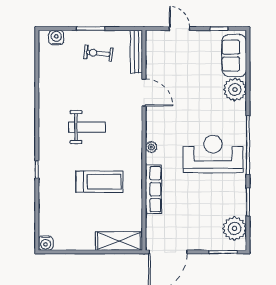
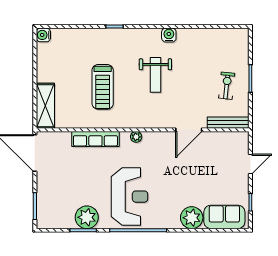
water cooler: (56, 38) -> (169, 35), moved, turned -90
plant: (235, 228) -> (87, 217), moved

